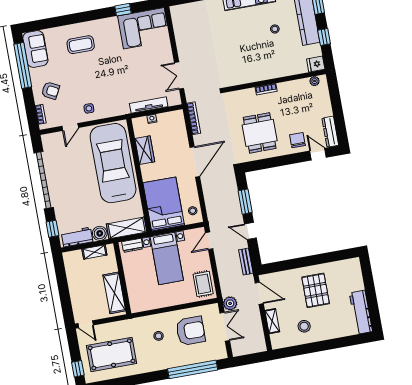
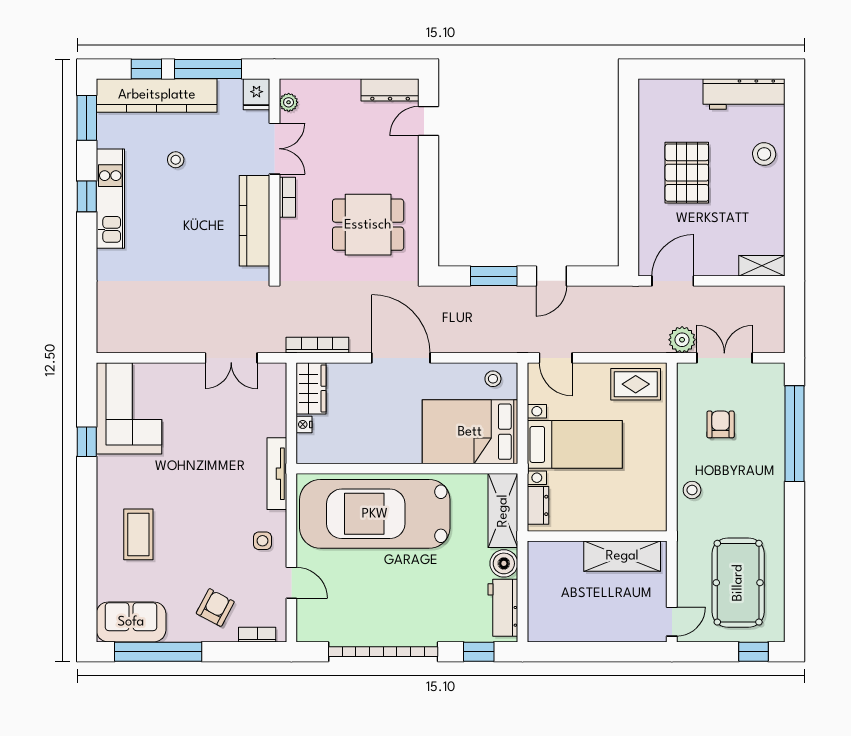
window: (324, 37) -> (208, 69), width x2.17
kitchen counter: (251, 75) -> (255, 221), added
double door: (290, 78) -> (274, 149), added
tv unit: (149, 105) -> (277, 474), moved
chair: (297, 140) -> (395, 155), removed
wardrobe: (145, 150) -> (311, 388), moved, turned 90
shelving: (94, 252) -> (538, 580), removed
bench: (246, 262) -> (608, 295), removed
pallet: (316, 290) -> (687, 173), turned 90
shelving: (272, 321) -> (762, 266), moved
stool: (304, 326) -> (764, 154), moved
armchair: (190, 331) -> (721, 424), width x0.53, depth x0.53
stool: (159, 336) -> (692, 490), moved

